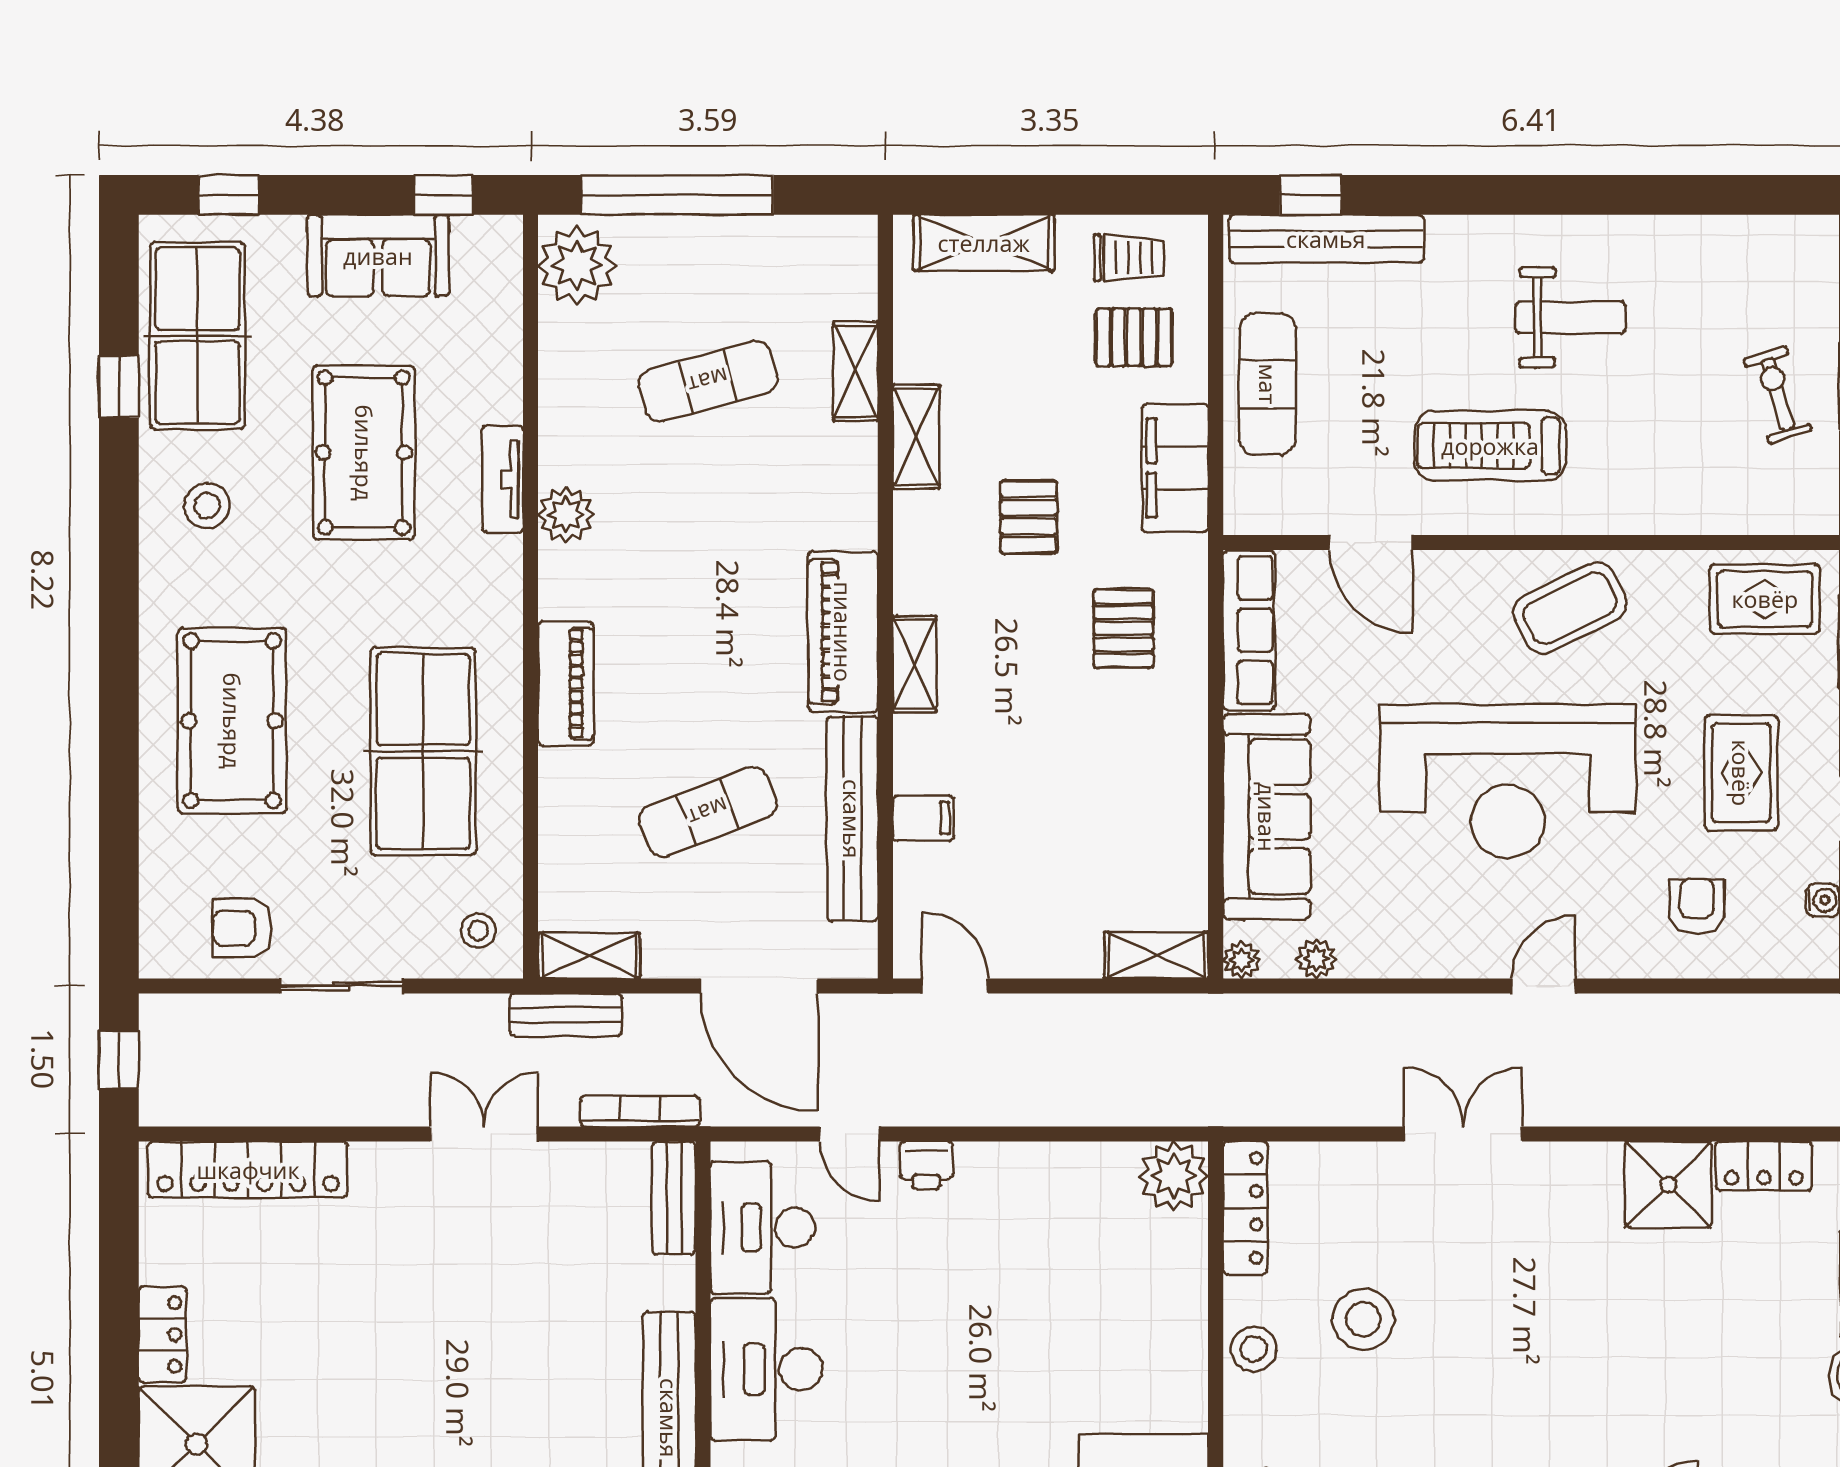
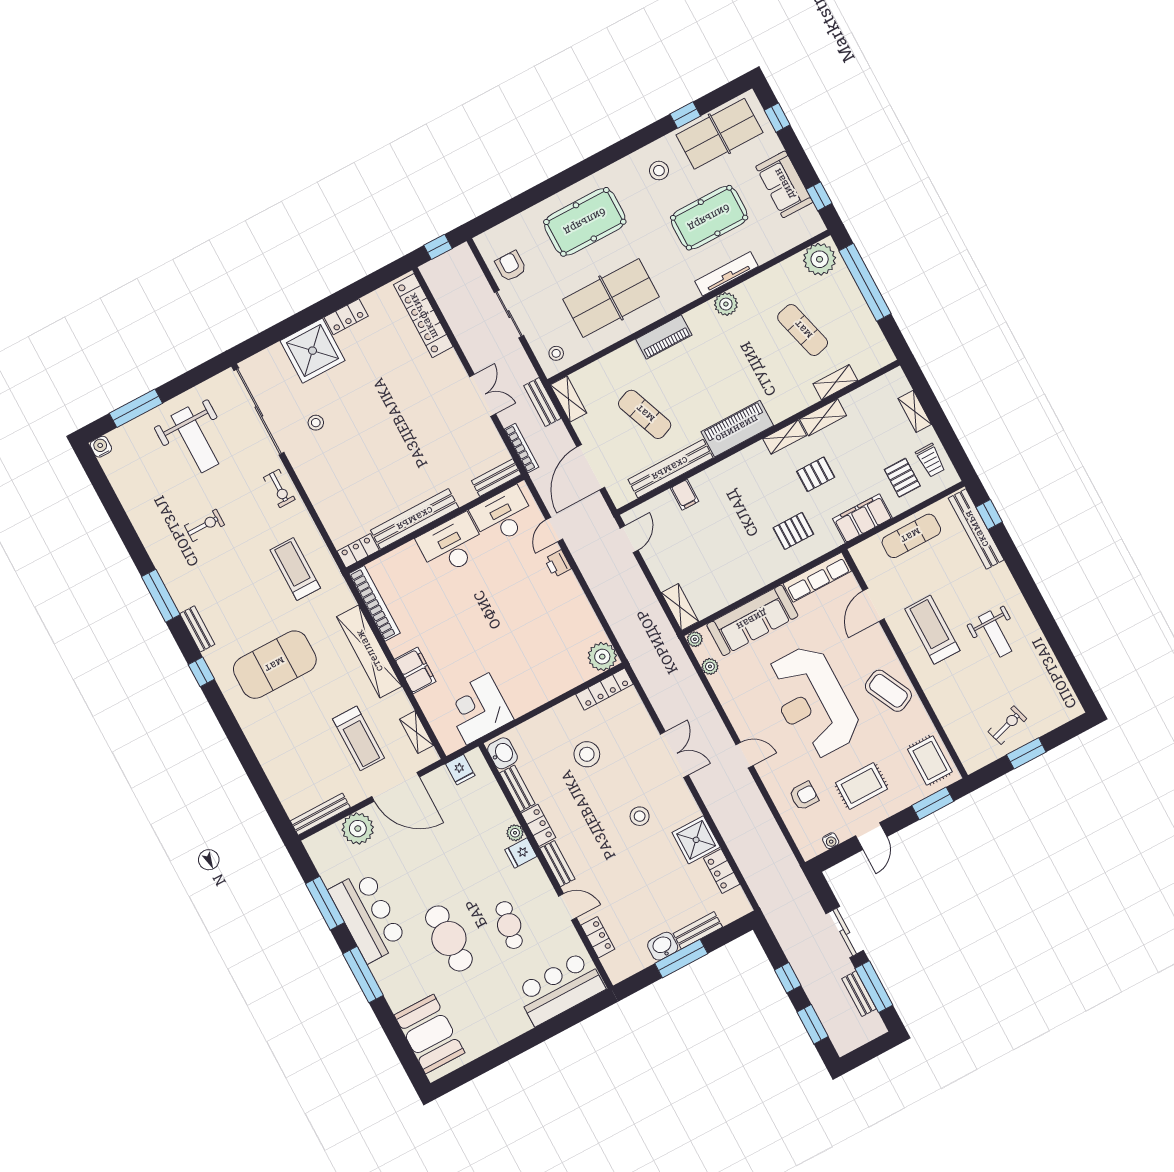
shelving: (984, 243) -> (915, 411), width x0.67, depth x0.75
tv unit: (503, 479) -> (727, 274), width x1.41
shelving: (914, 664) -> (785, 437), moved
stool: (1254, 1349) -> (640, 816), moved

